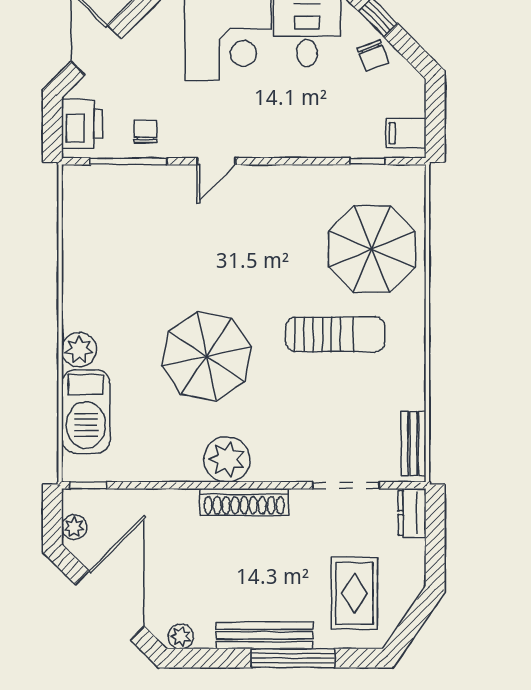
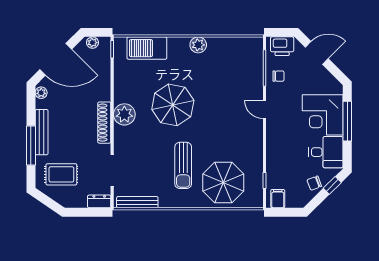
plant: (79, 350) -> (198, 45), moved
bench: (414, 443) -> (137, 202), width x1.36

